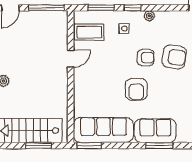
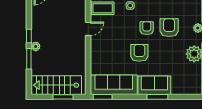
armchair: (174, 57) -> (169, 28), turned -98
armchair: (146, 58) -> (147, 28), turned -90
armchair: (136, 89) -> (139, 53), turned 180

